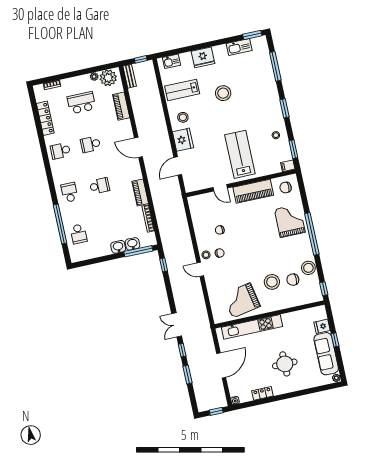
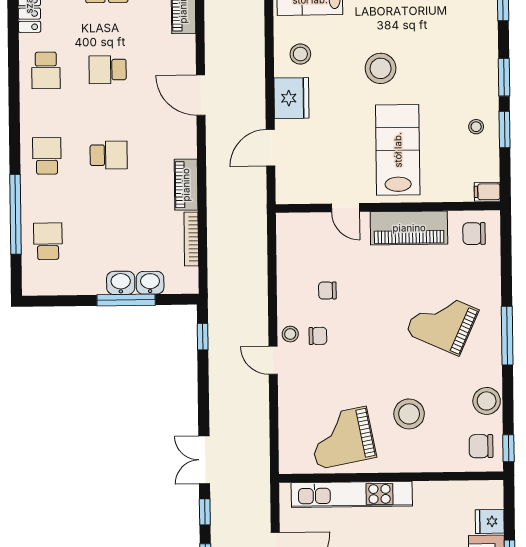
stool: (223, 93) -> (381, 68), moved
window: (293, 149) -> (505, 130), moved
school desk: (60, 151) -> (46, 70), turned -90
grand piano: (290, 221) -> (442, 322), moved, turned -66
school desk: (79, 234) -> (48, 241), turned 180
window: (312, 234) -> (507, 336), width x0.68
window: (138, 251) -> (126, 300), moved
chair: (293, 280) -> (481, 446), moved

